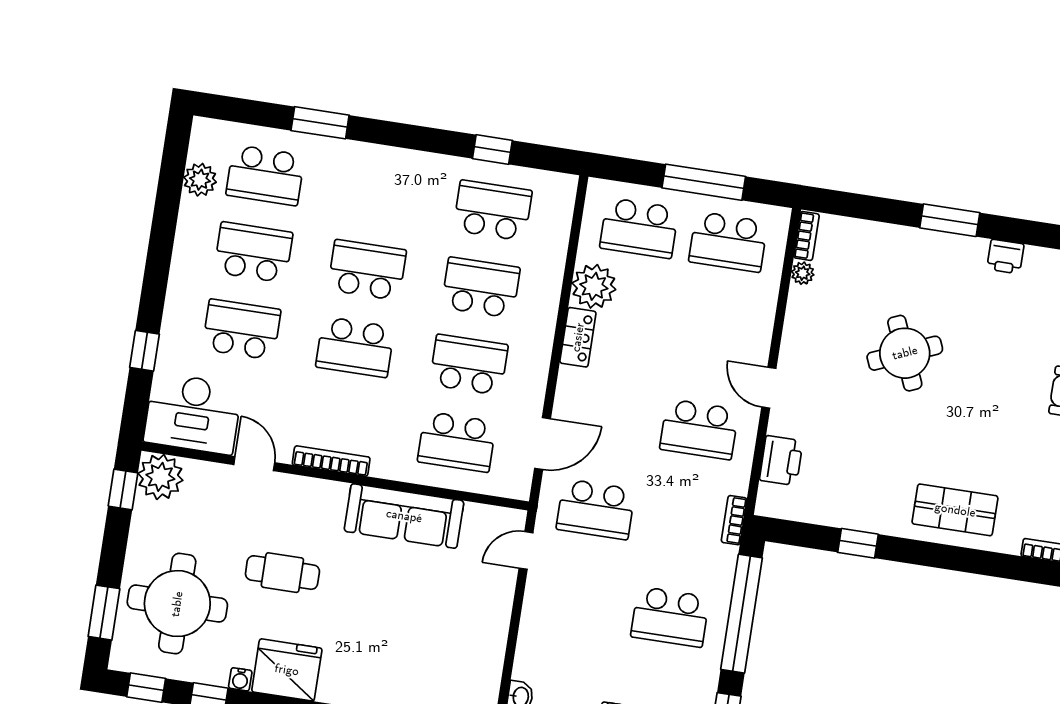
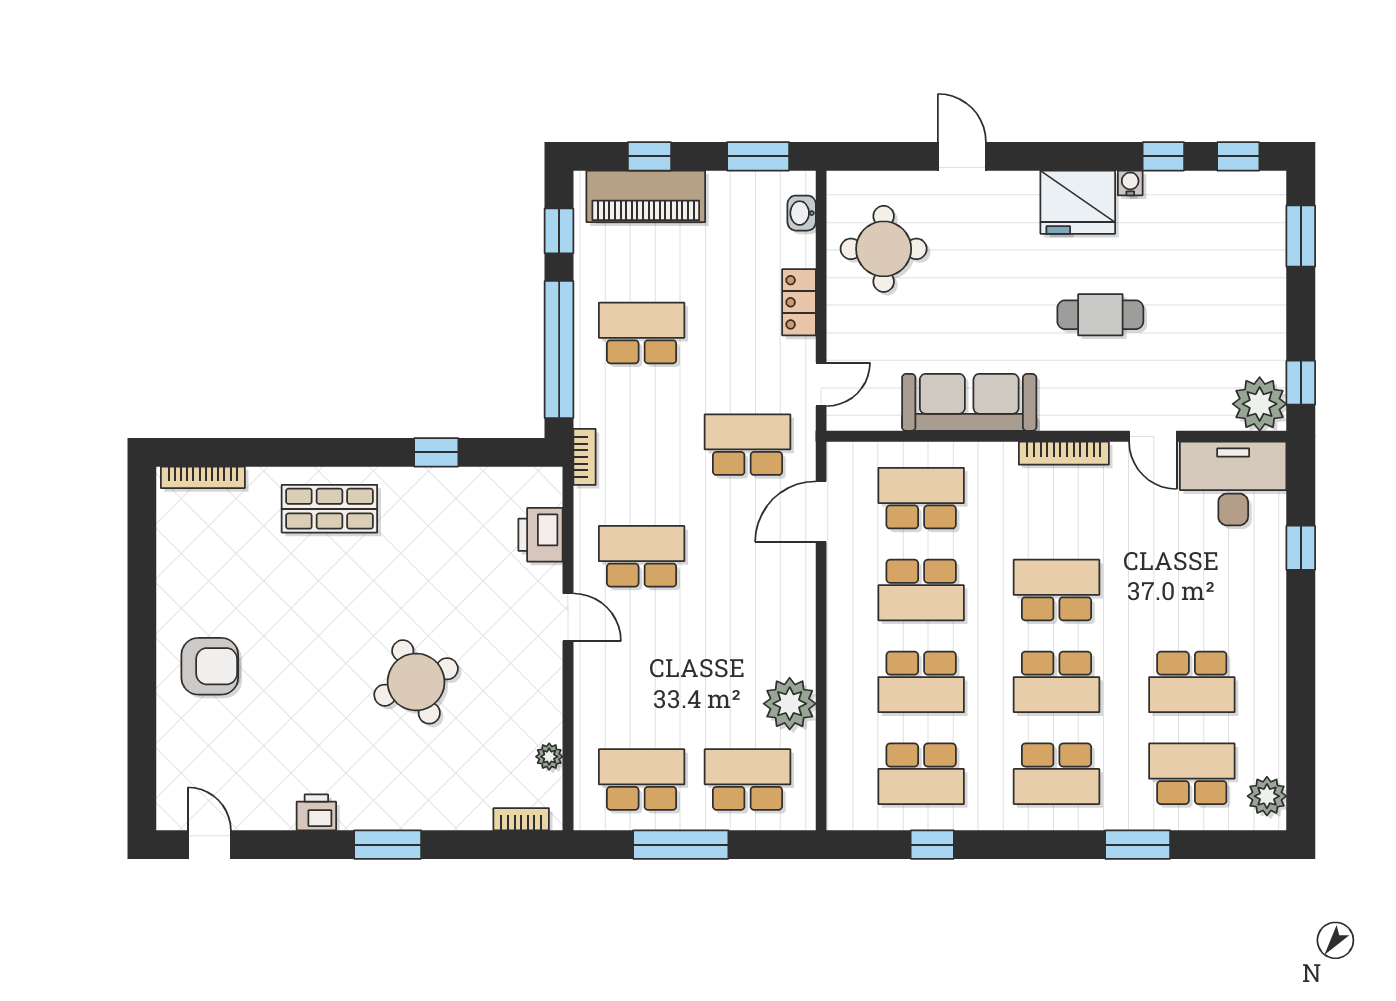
plant: (200, 180) -> (1267, 796), moved
bookcase: (806, 236) -> (521, 819), moved, turned 90
school desk: (241, 329) -> (1056, 774), moved
locker: (578, 337) -> (799, 302), moved
round table: (177, 604) -> (884, 249), moved, width x0.73, depth x0.73

